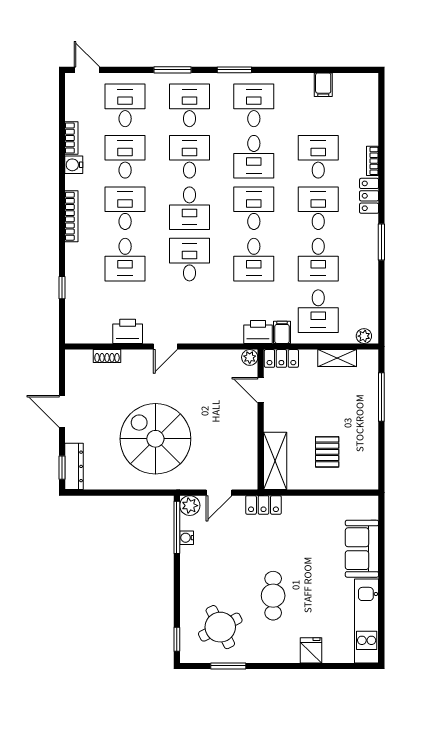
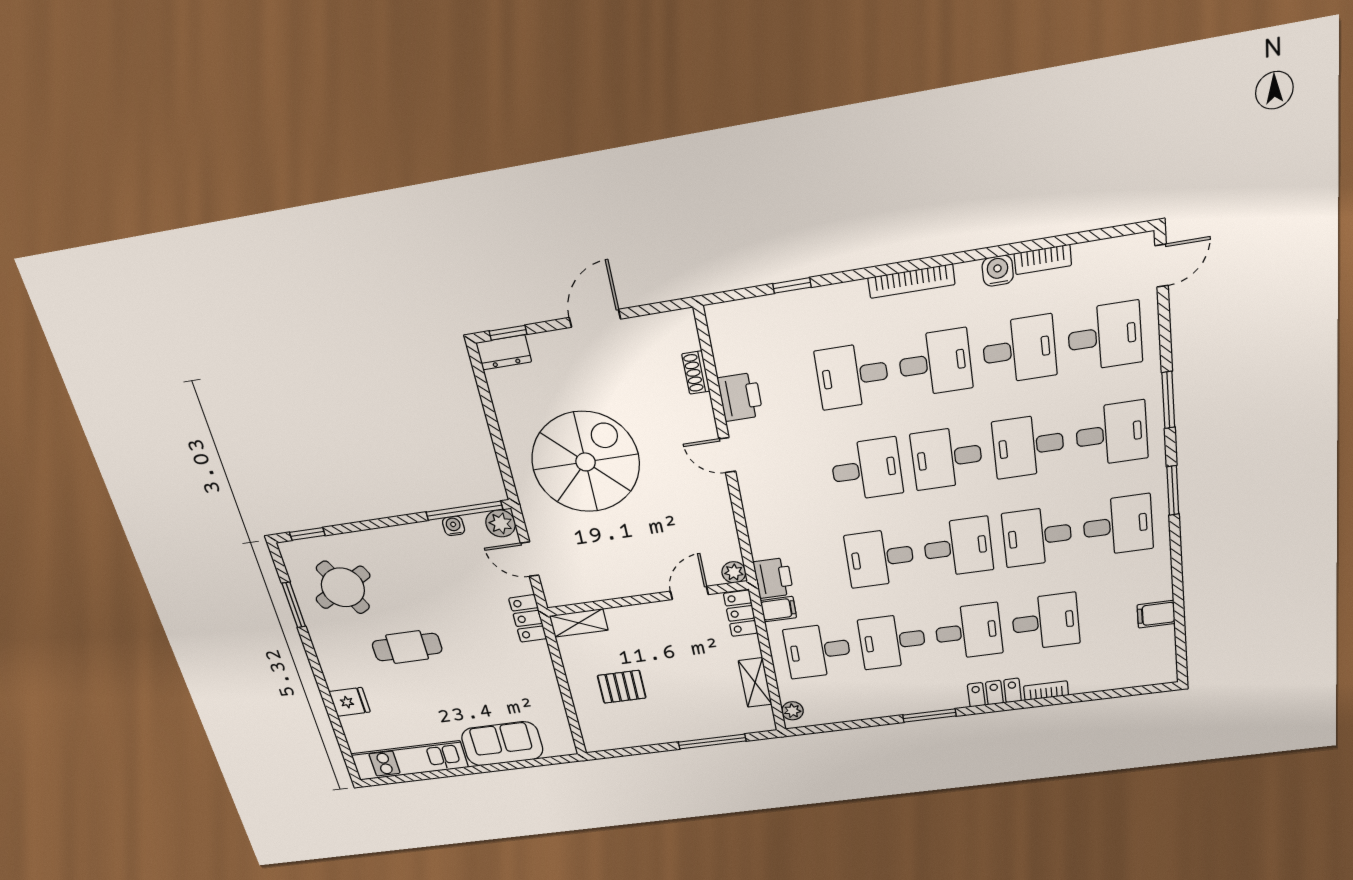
desk: (189, 157) -> (1028, 446), turned 180
shelving: (275, 461) -> (579, 623), width x0.67, depth x0.75
dresser: (74, 466) -> (504, 352), width x0.70

